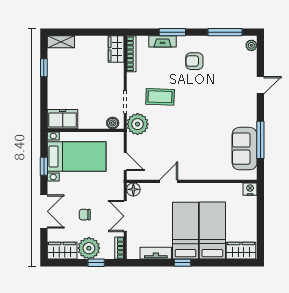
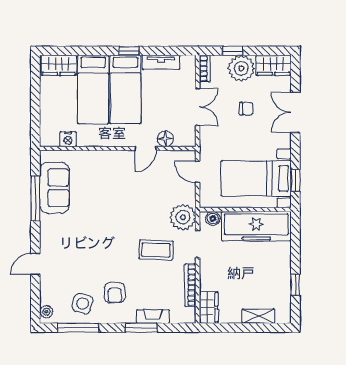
shelving: (61, 42) -> (258, 316), moved
side table: (221, 52) -> (83, 303), added
bookcase: (131, 54) -> (190, 285), moved
armchair: (194, 61) -> (115, 293), turned 90
freezer: (63, 119) -> (256, 226), width x1.91, depth x1.26
window: (44, 166) -> (295, 181), moved
floor lamp: (133, 189) -> (165, 139), moved
nightstand: (250, 189) -> (68, 139), moved

